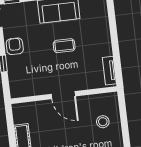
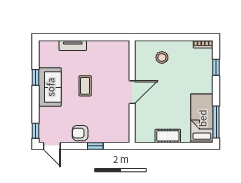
tv unit: (109, 71) -> (73, 46), moved

